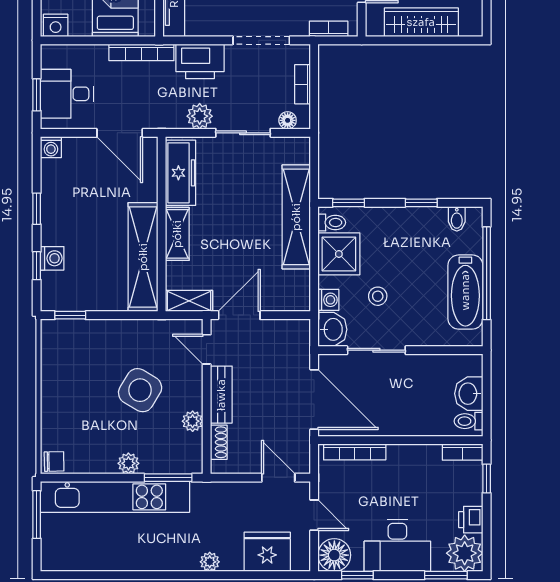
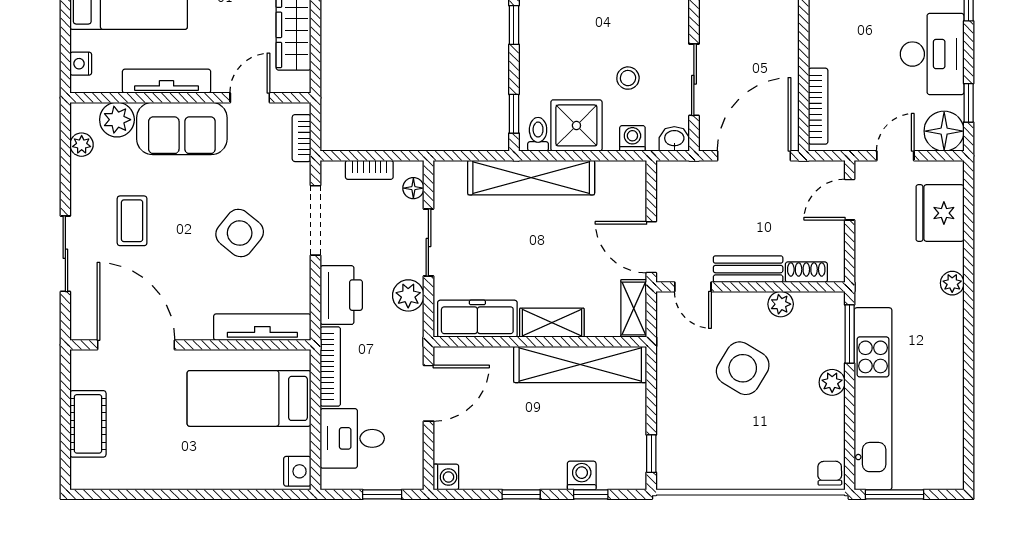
desk: (67, 94) -> (352, 438), moved, turned 90
washbasin: (332, 329) -> (674, 139), width x0.72, depth x0.69
door: (207, 349) -> (693, 287), hinge flipped

